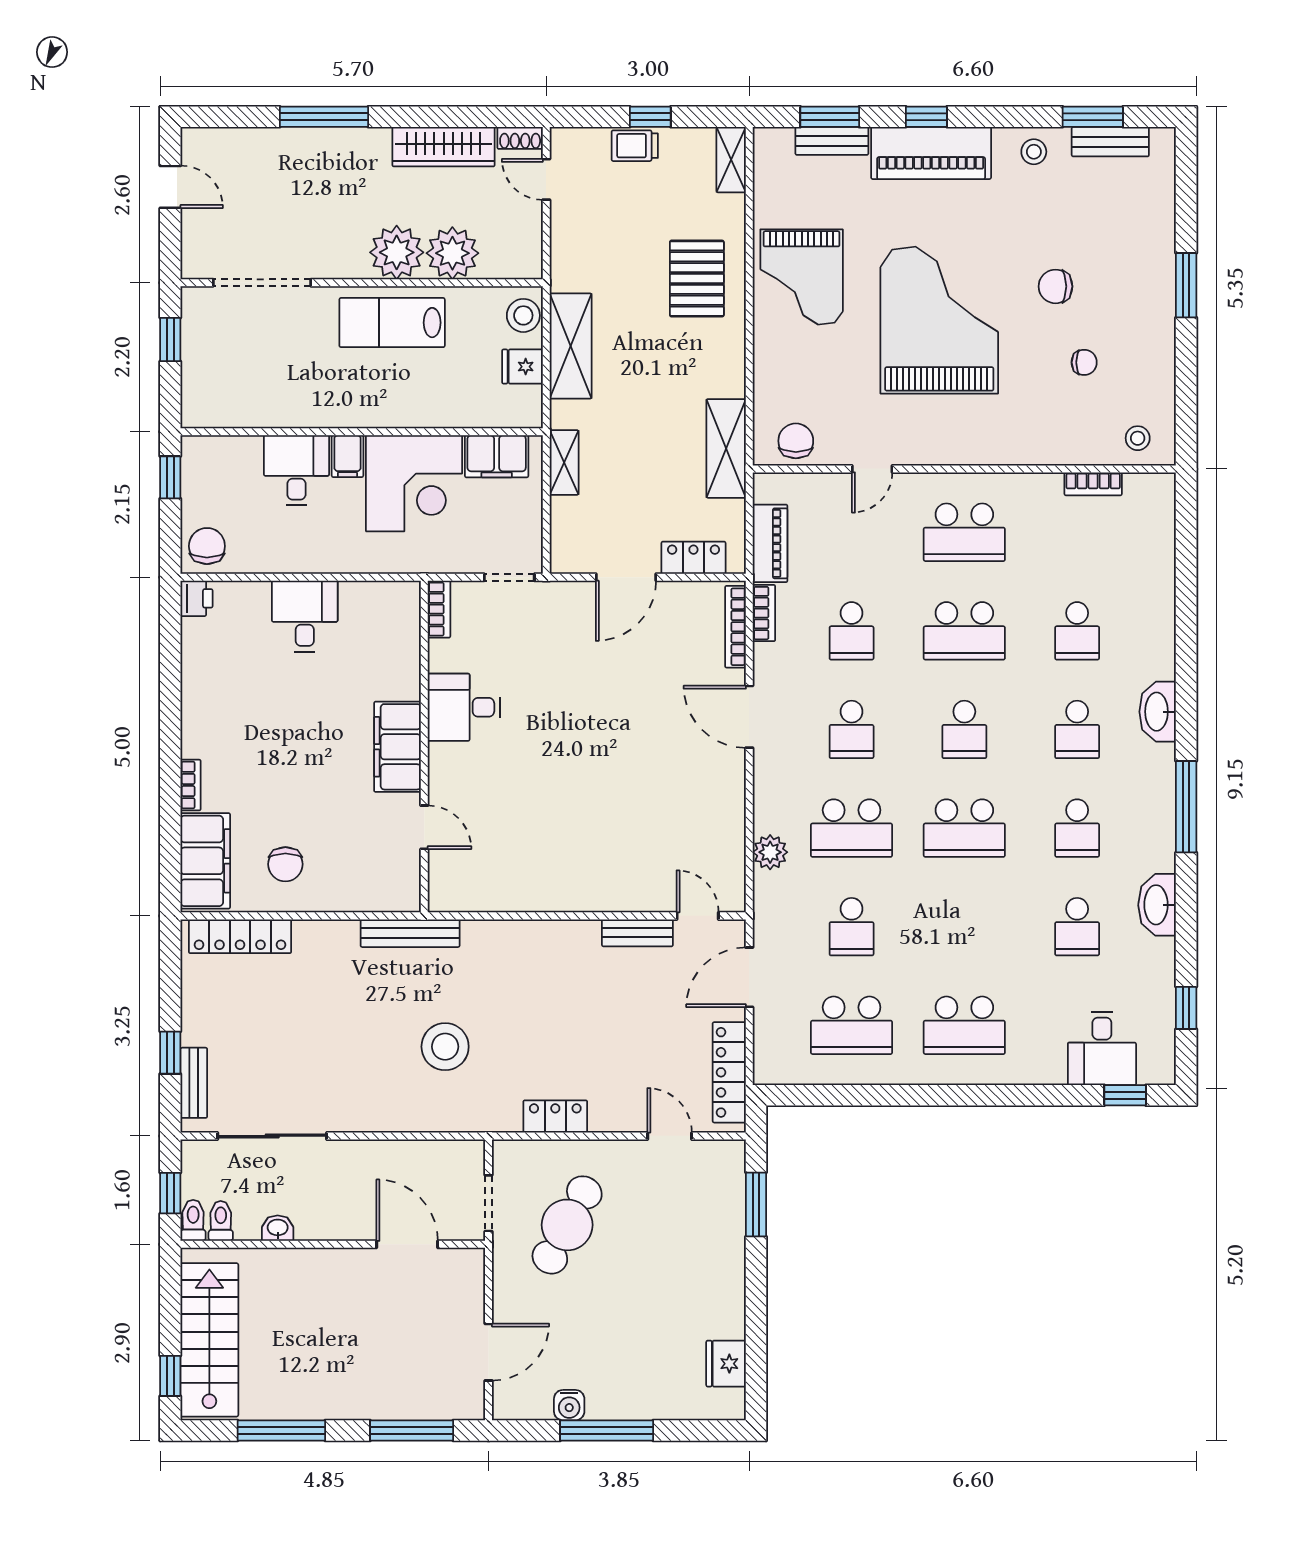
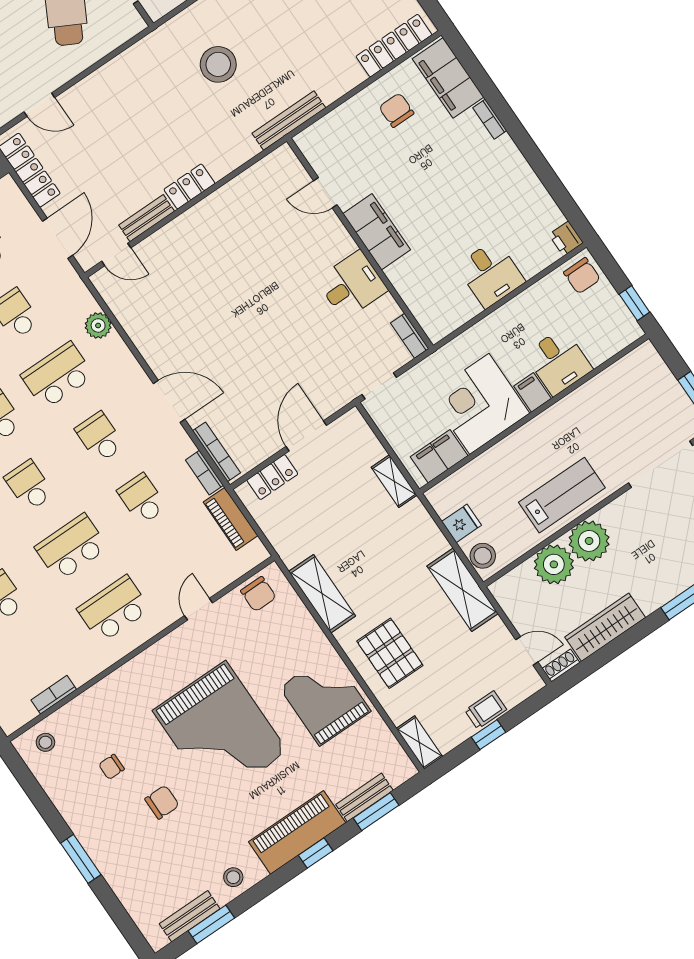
shelving: (571, 346) -> (463, 590), moved
shelving: (726, 448) -> (322, 594), moved
locker: (555, 1116) -> (189, 186), moved, turned 180

